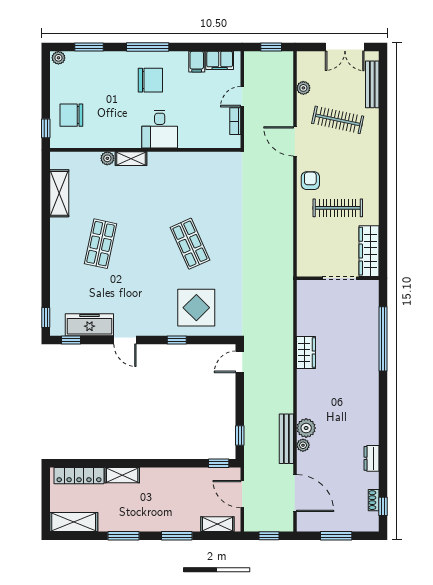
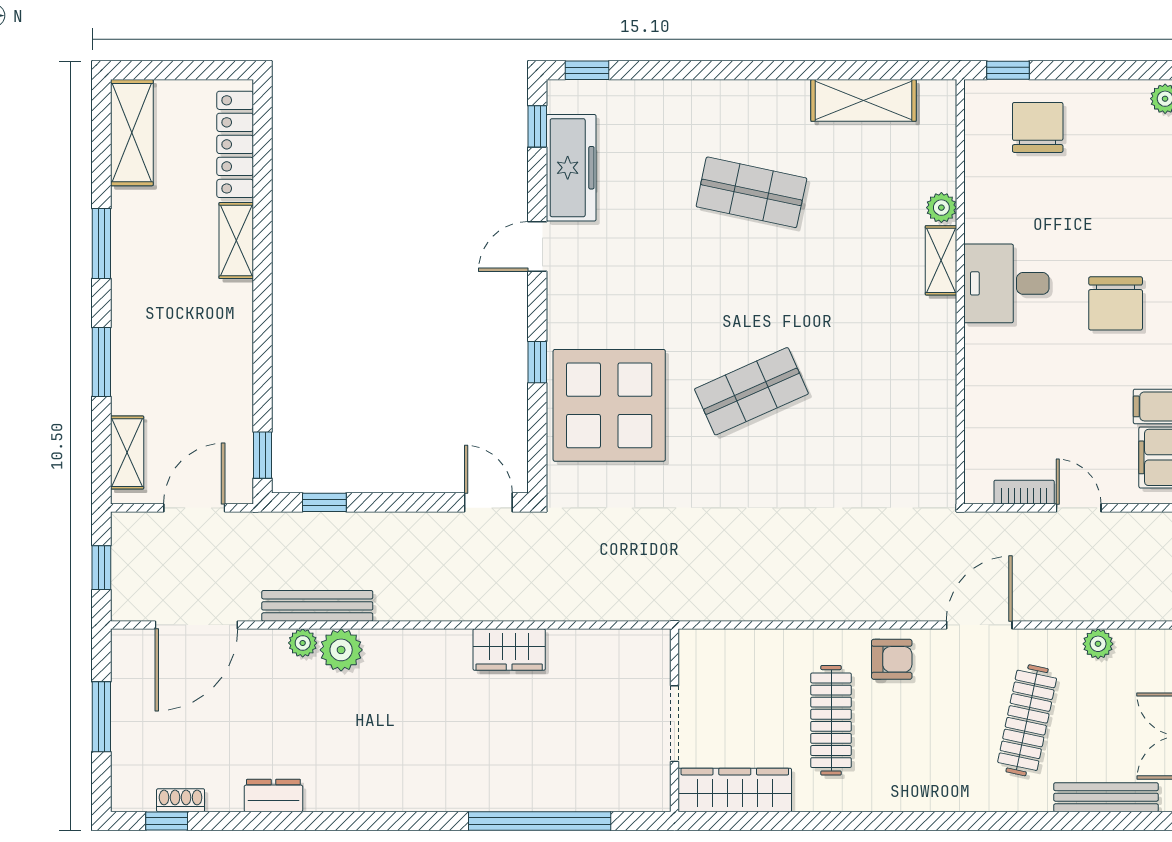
desk: (160, 129) -> (1006, 283), moved
display table: (196, 308) -> (609, 405), width x1.36, depth x1.36

